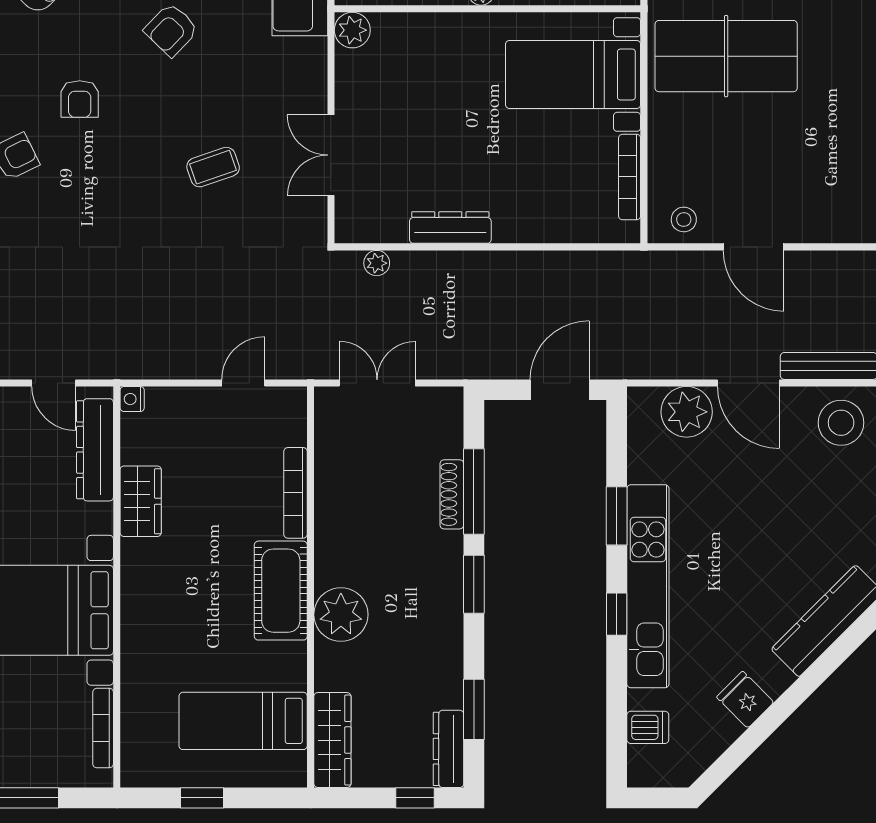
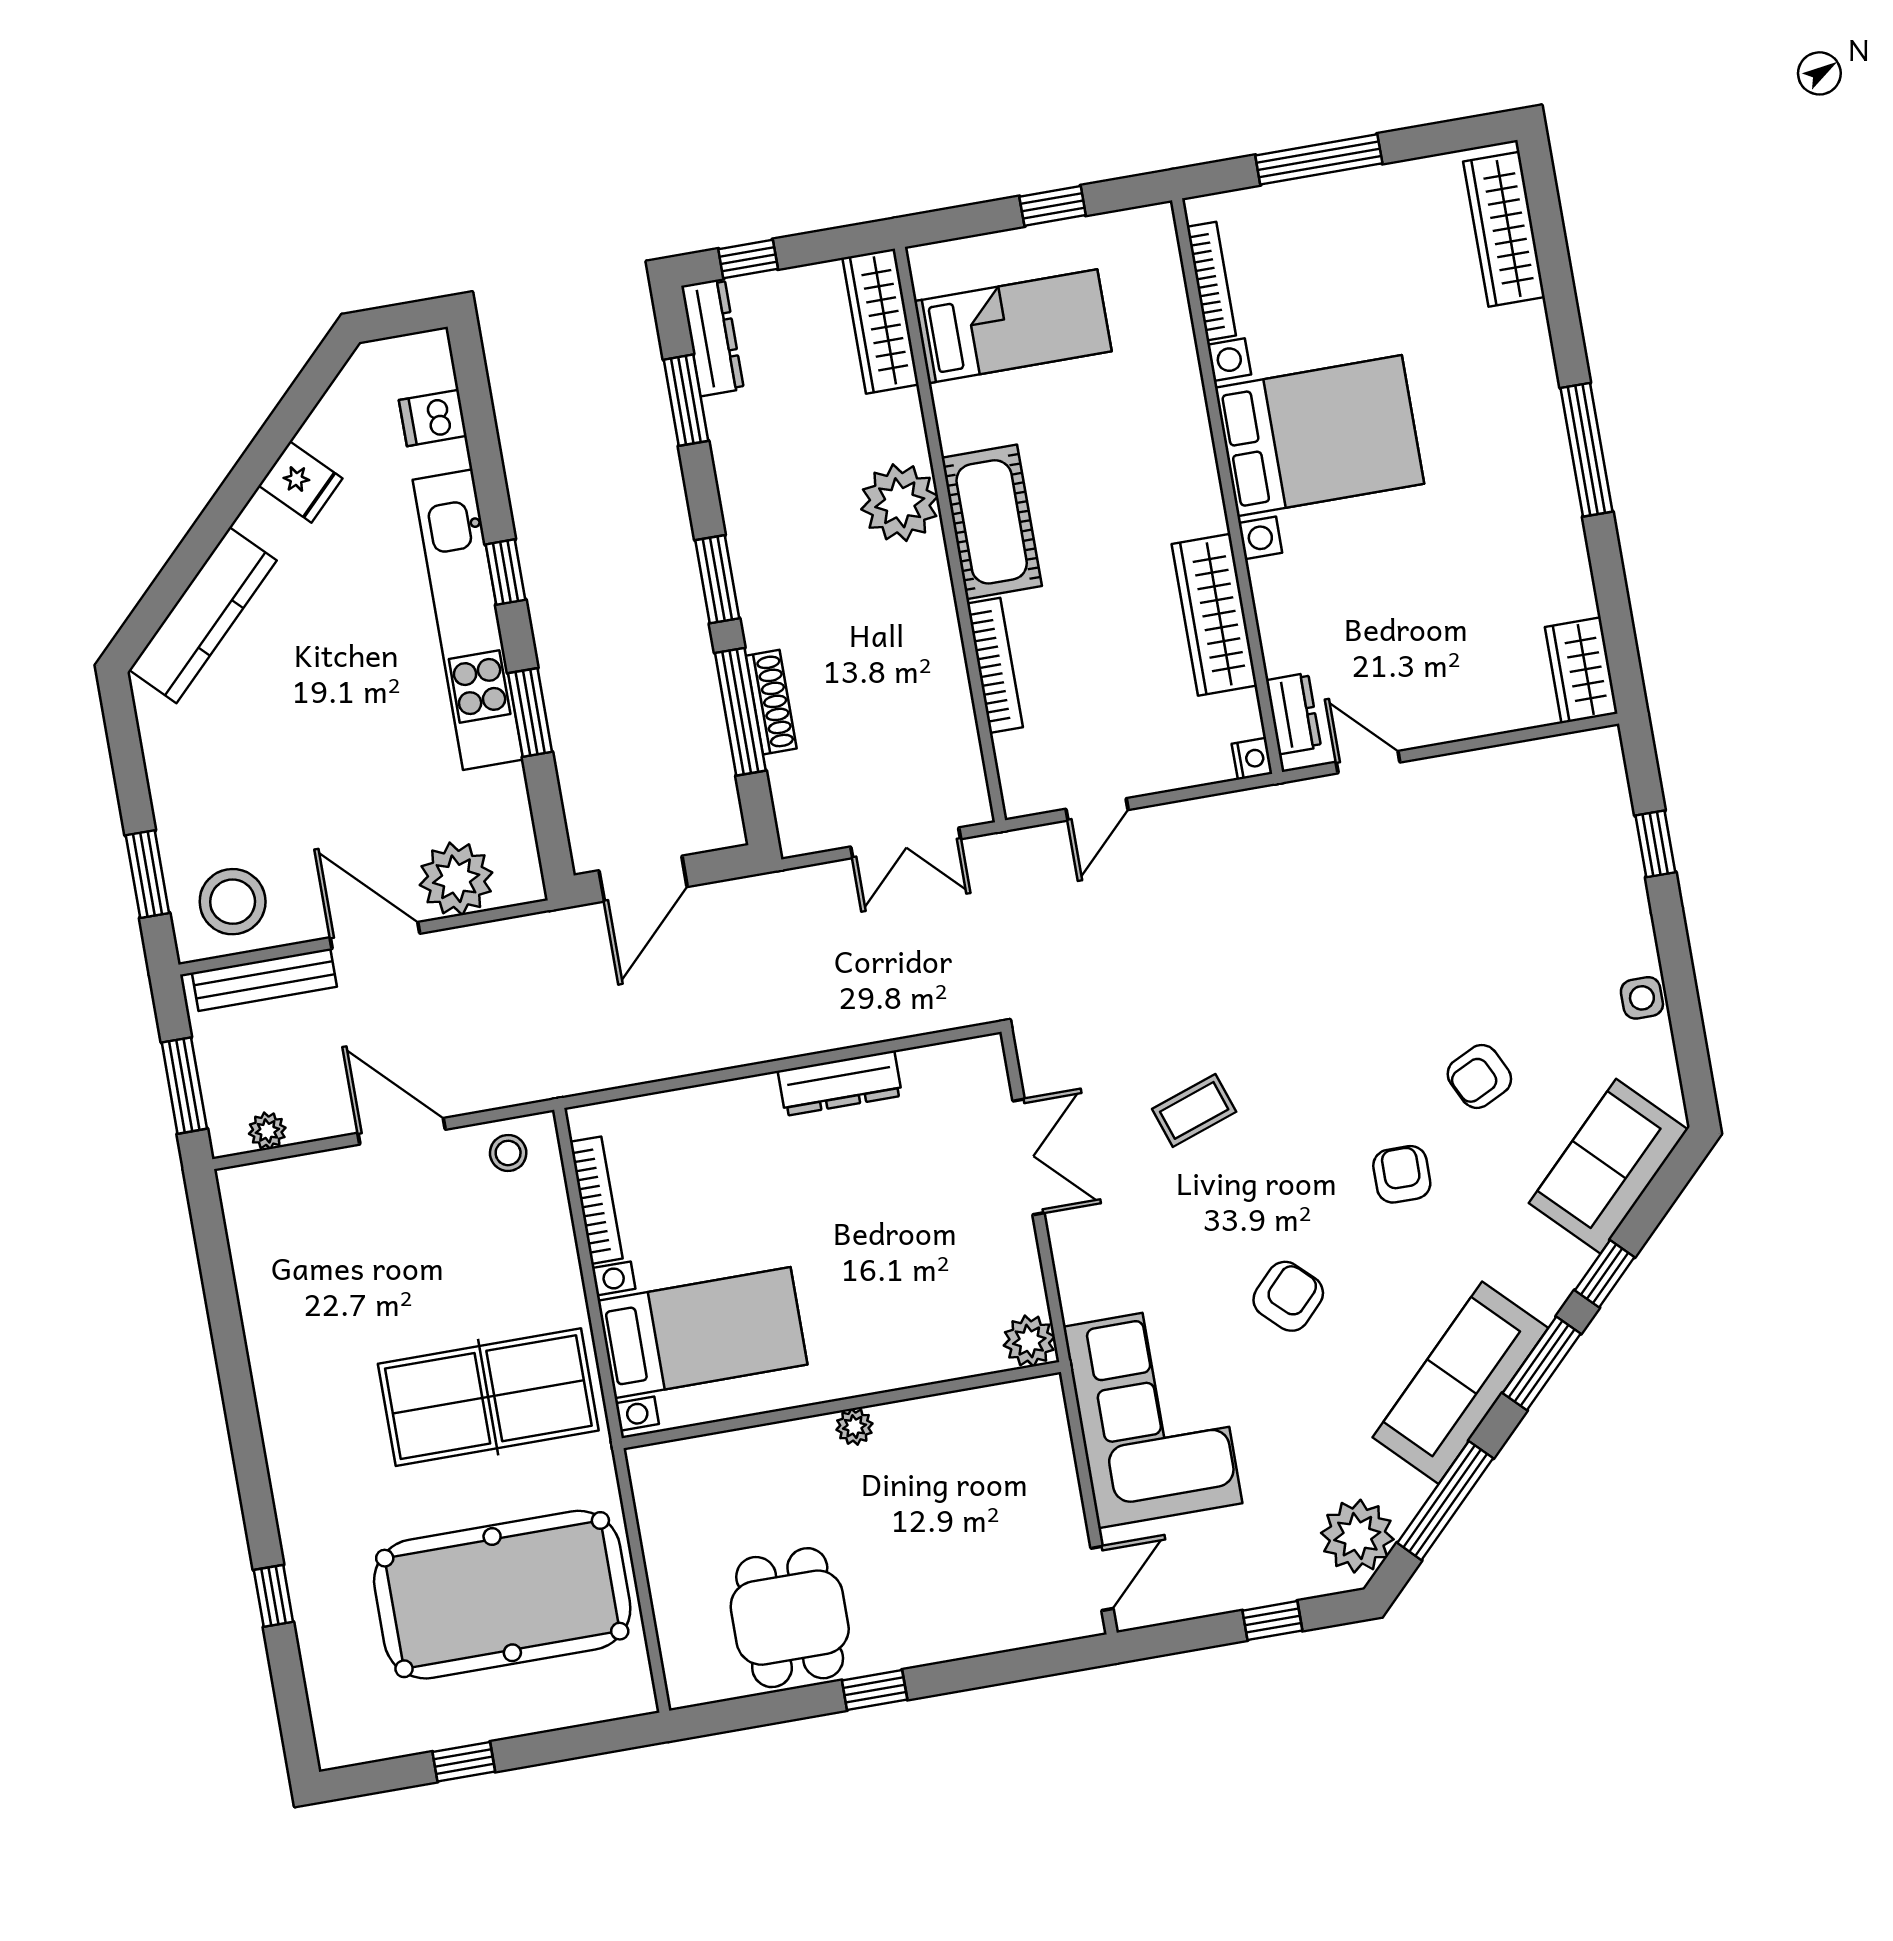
plant: (377, 263) -> (267, 1131), moved
dresser: (95, 450) -> (1293, 714), width x0.51, depth x0.80
wardrobe: (141, 501) -> (1214, 615), width x1.50

